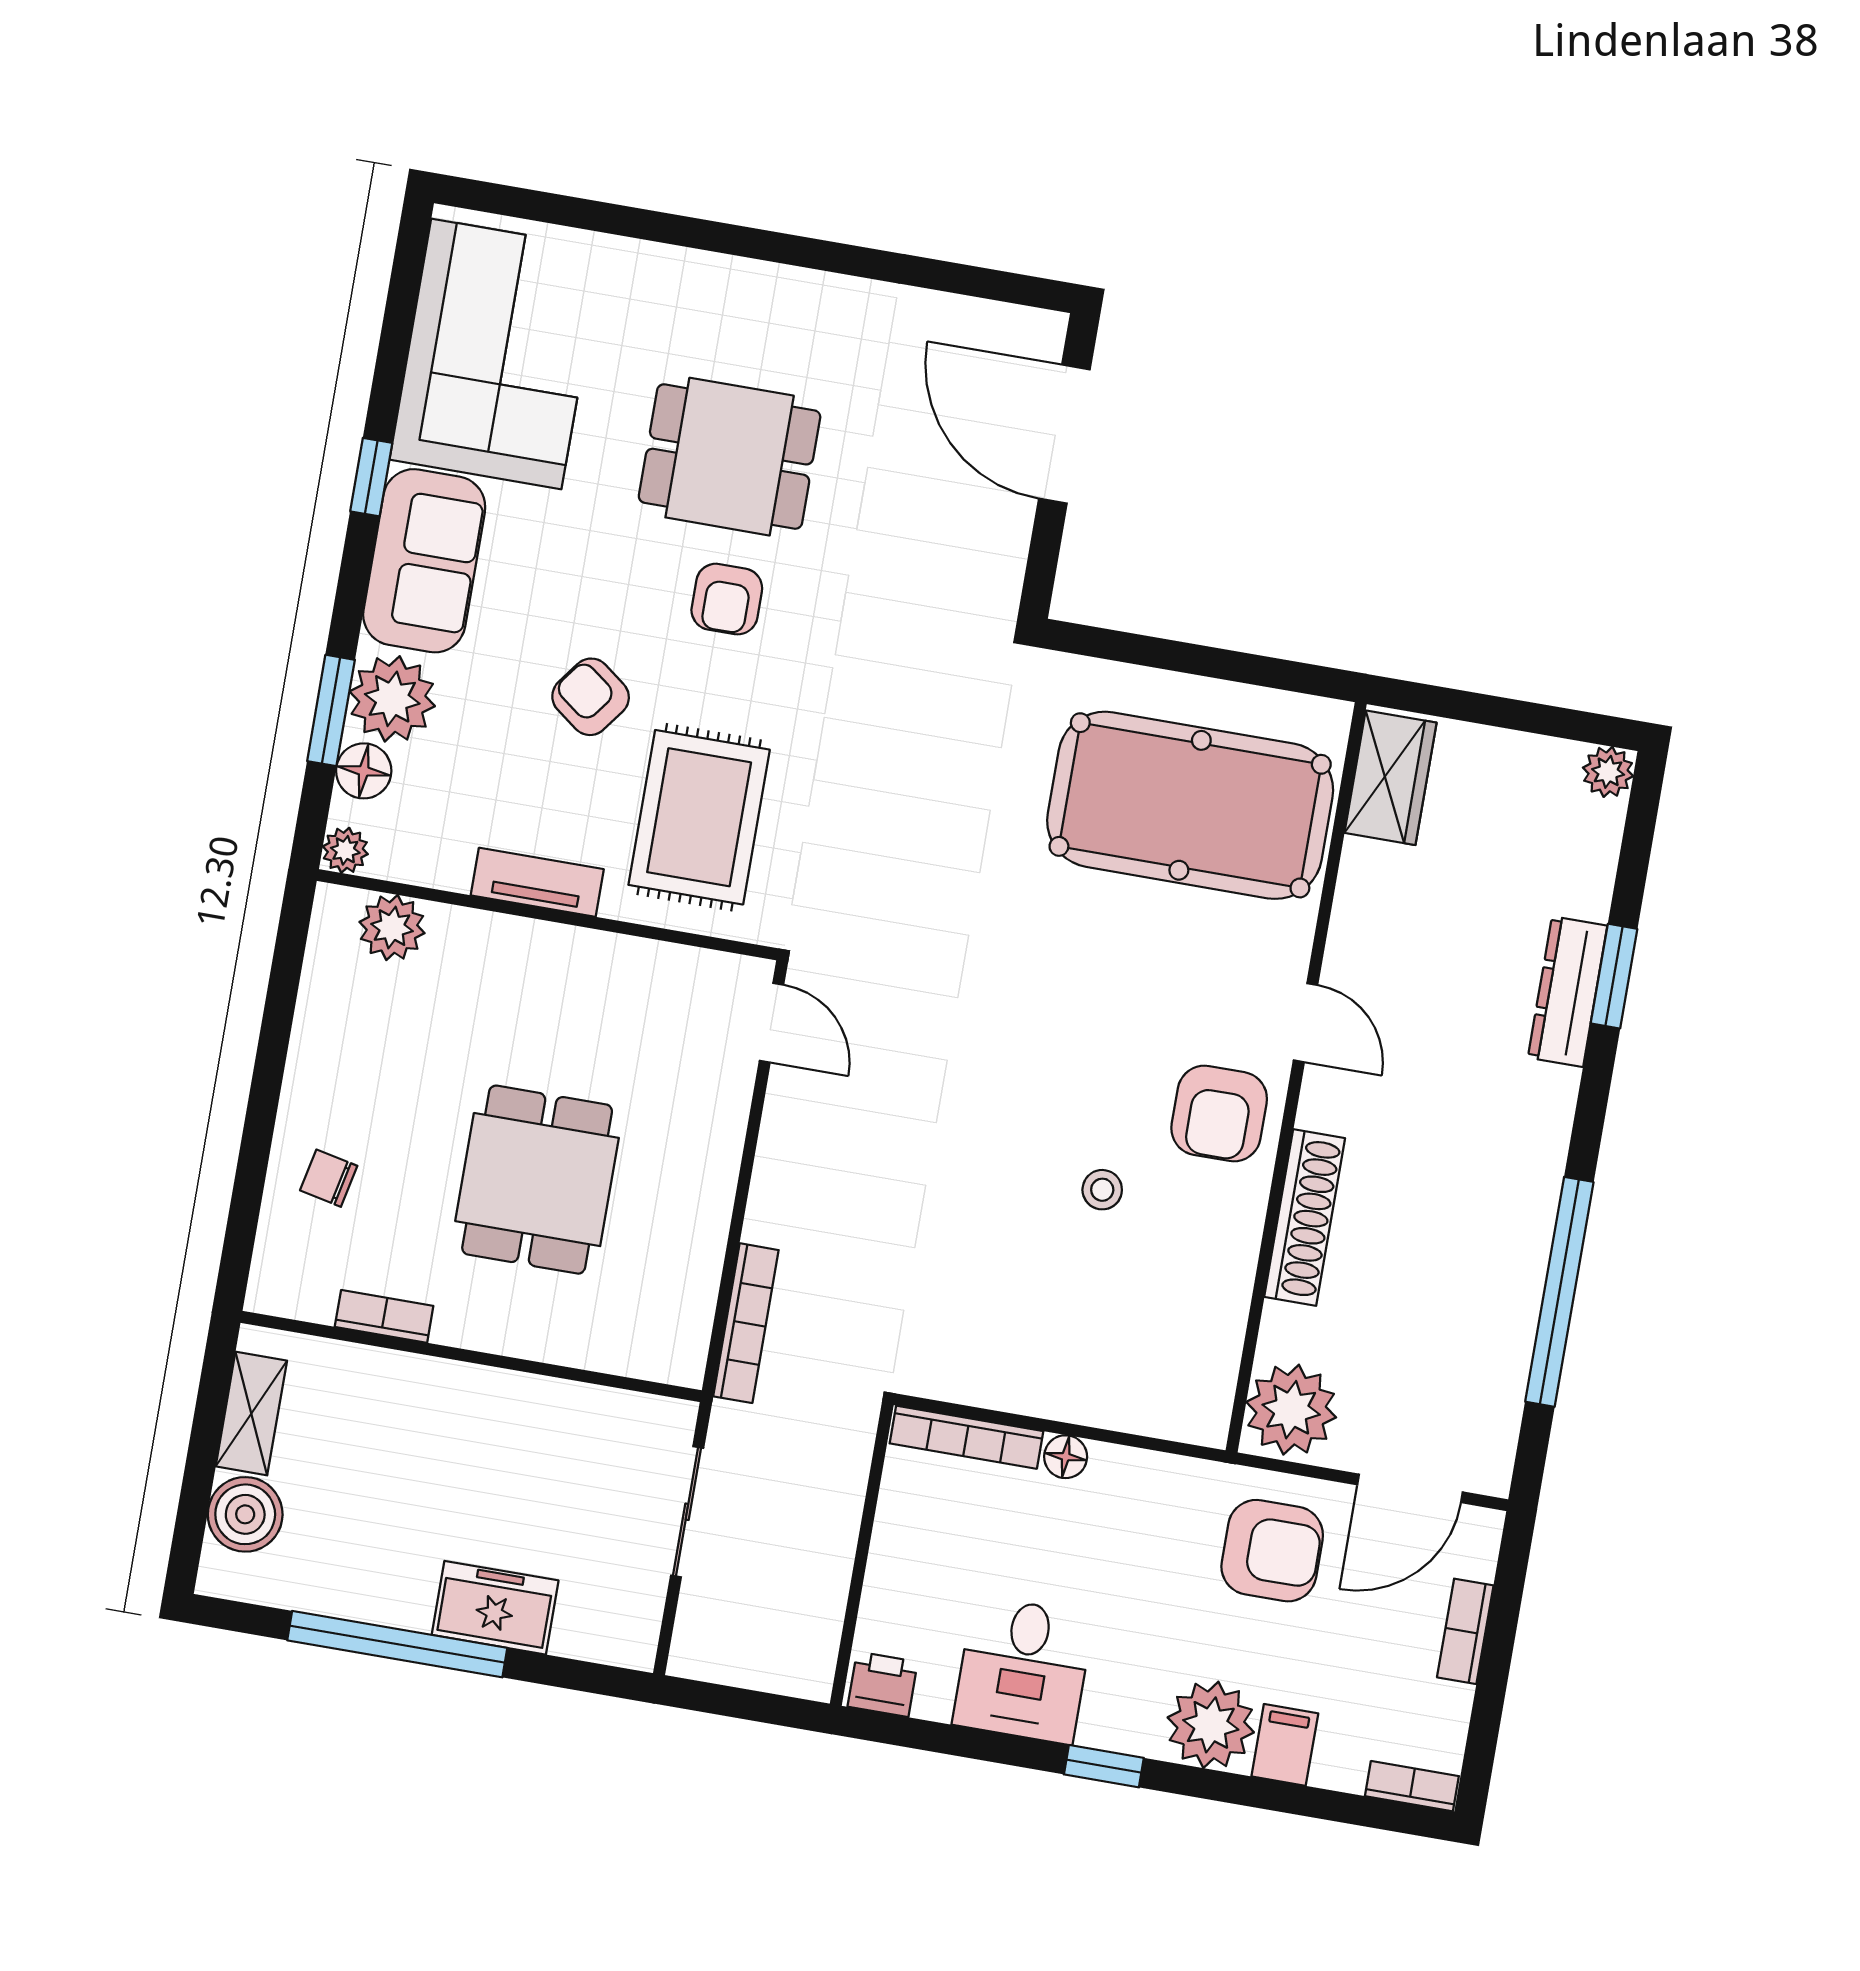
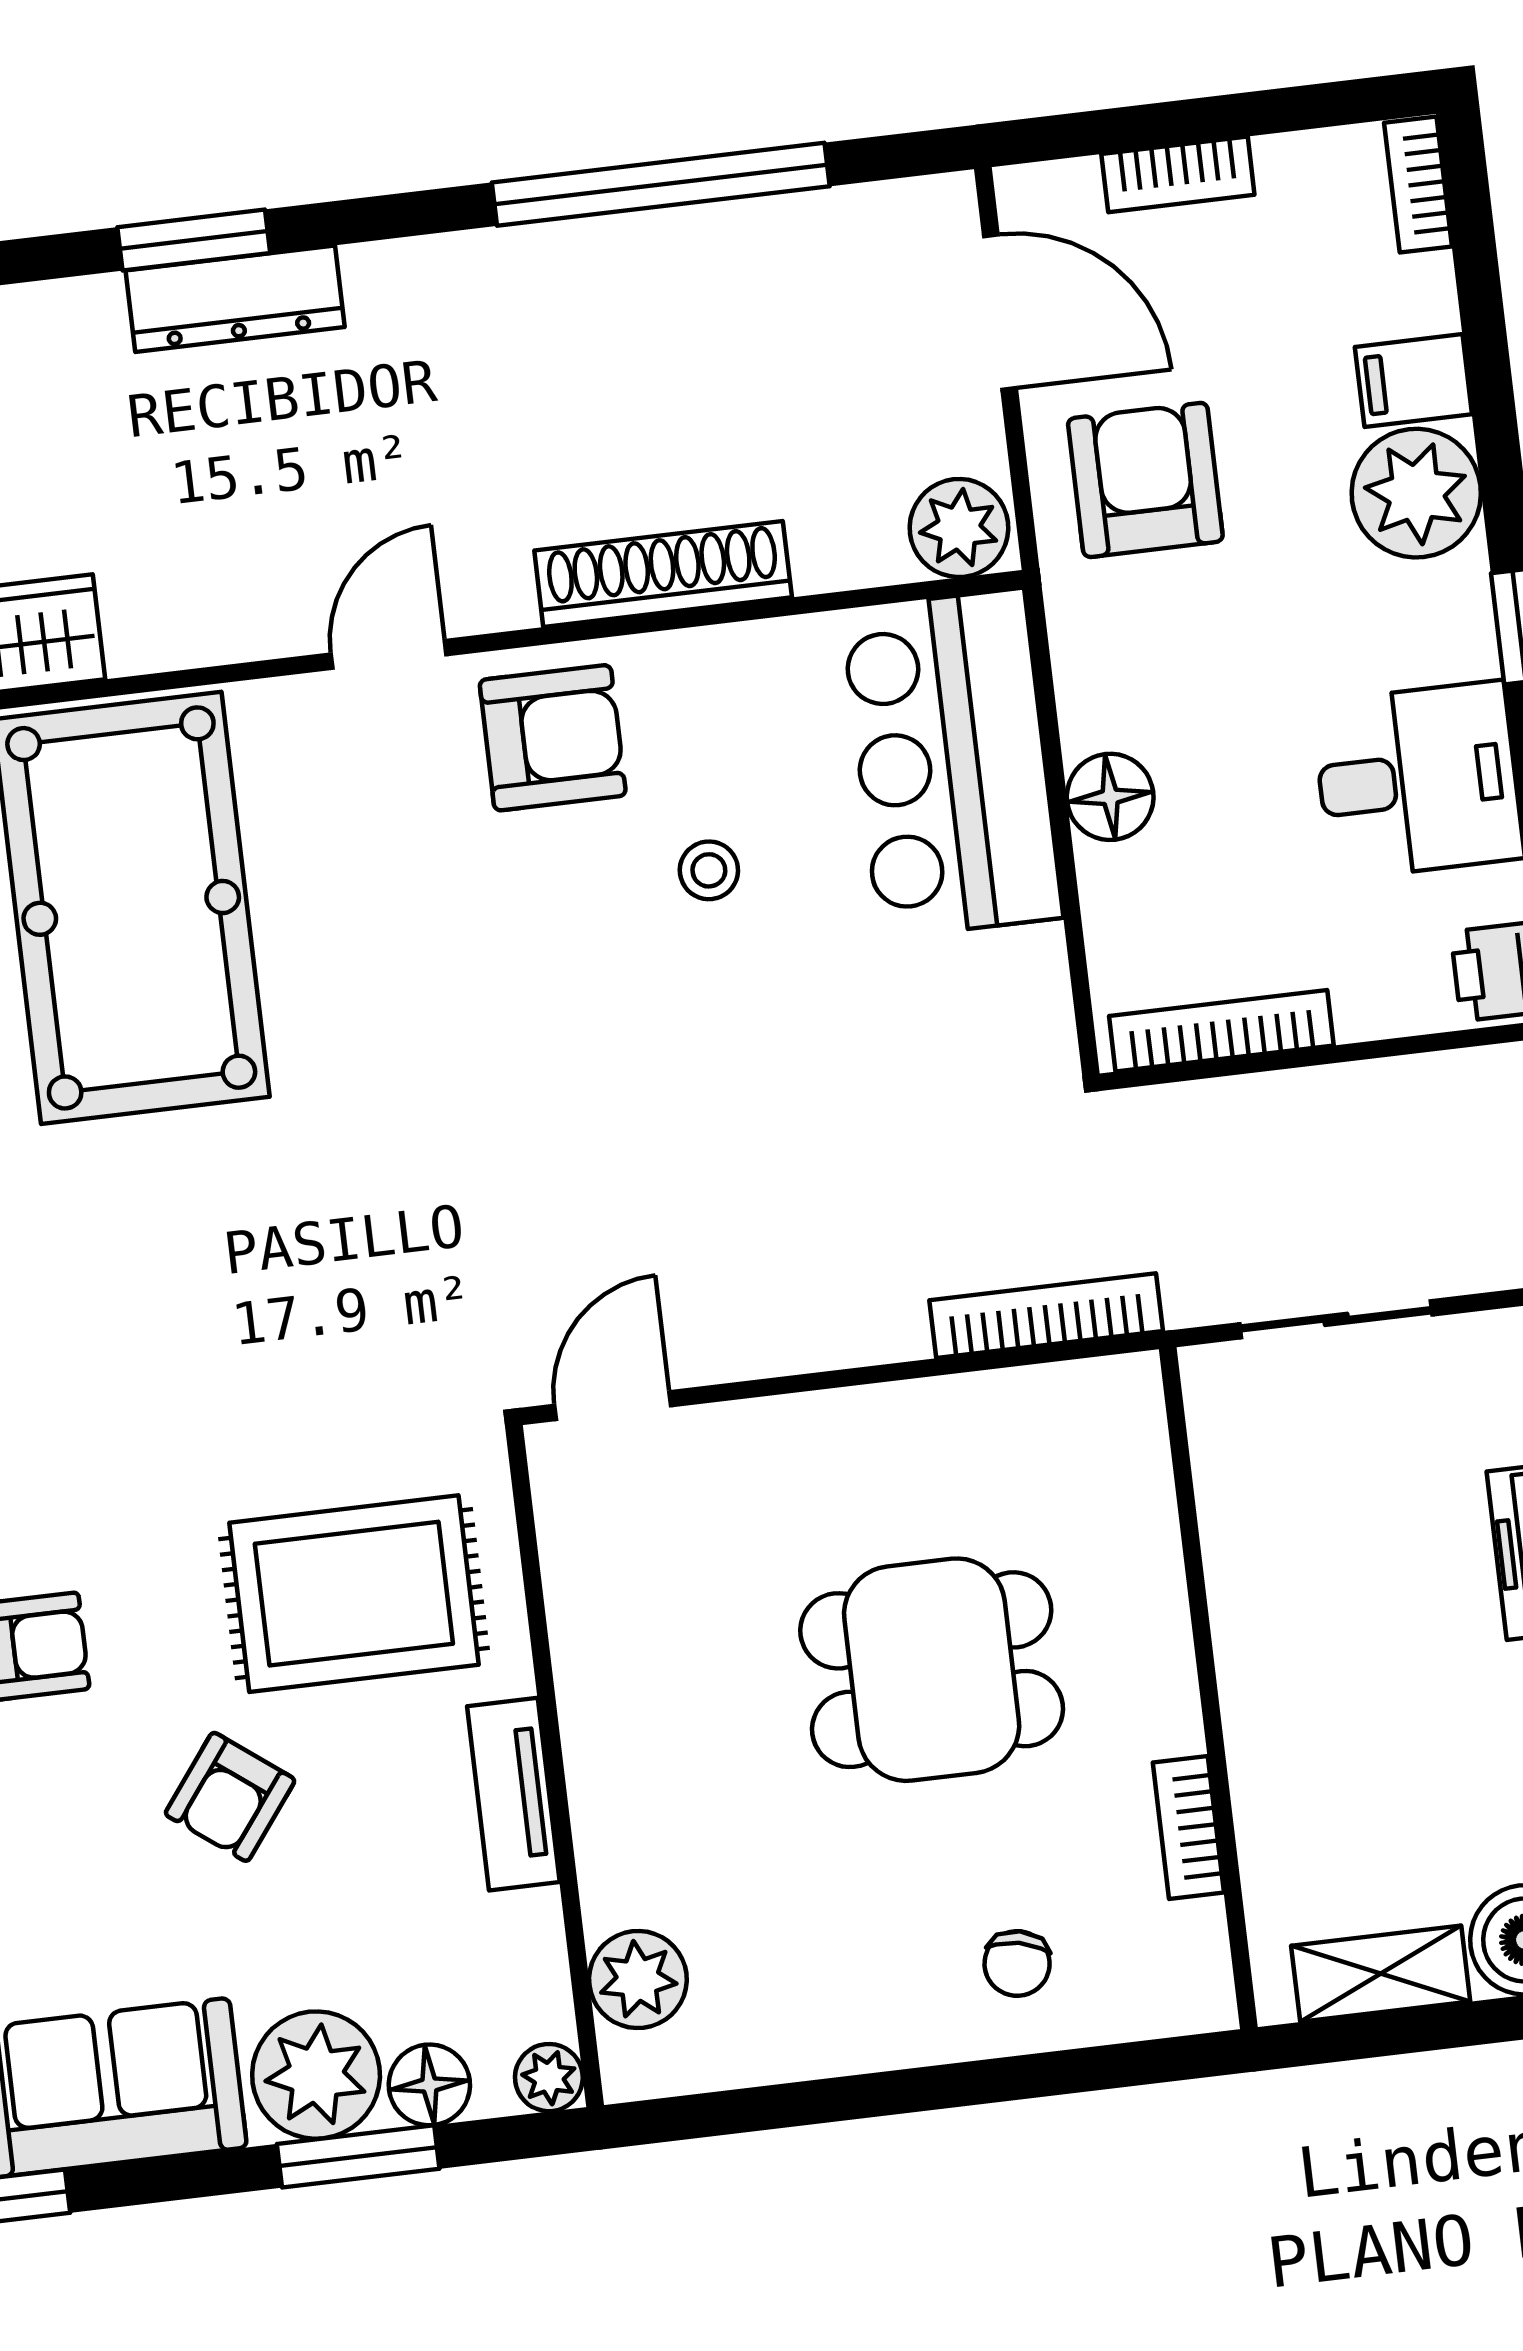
bar counter: (1125, 1369) -> (952, 764), added
plant: (1291, 1410) -> (959, 528), width x0.73, depth x0.73
bookcase: (966, 1437) -> (1221, 1031), moved, turned -90
floor lamp: (1066, 1457) -> (1110, 797), width x1.37, depth x1.37

